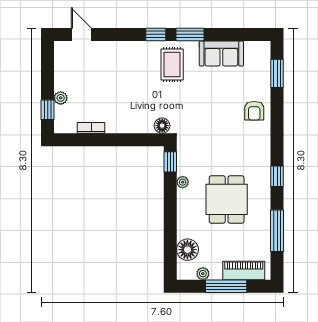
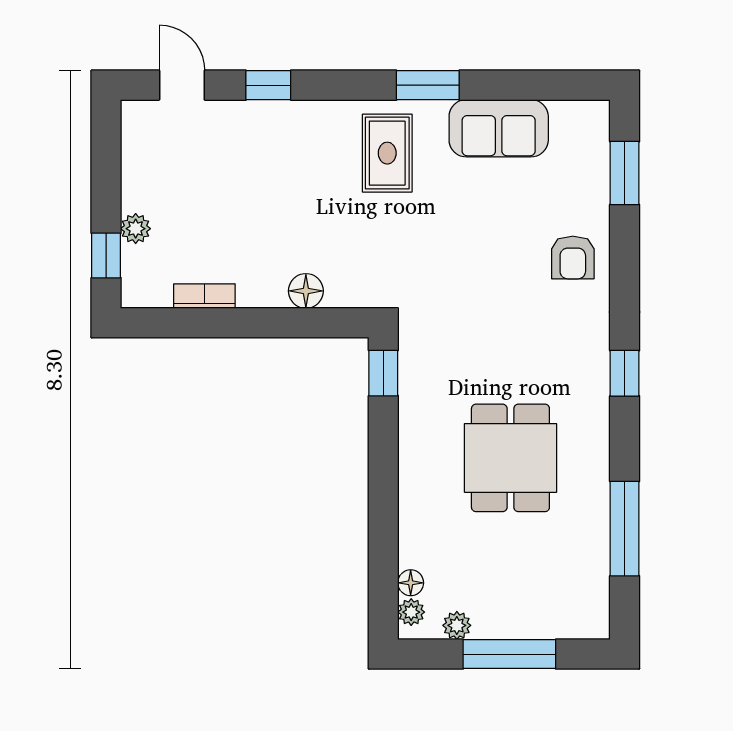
window: (156, 34) -> (268, 85), moved
floor lamp: (162, 126) -> (306, 291), moved
window: (277, 176) -> (625, 373), moved
plant: (183, 182) -> (411, 612), moved
floor lamp: (187, 250) -> (411, 583), width x0.53, depth x0.53
piano: (244, 271) -> (549, 619), removed

